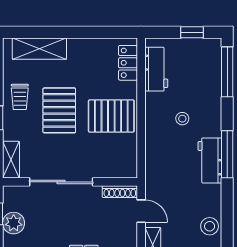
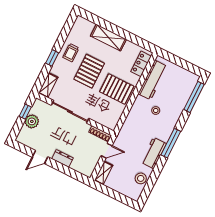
window: (192, 32) -> (185, 65), removed
shelving: (39, 49) -> (108, 38), moved
workbench: (156, 69) -> (153, 80), width x1.37
workbench: (210, 160) -> (154, 153), moved
door: (141, 211) -> (107, 151), hinge flipped

